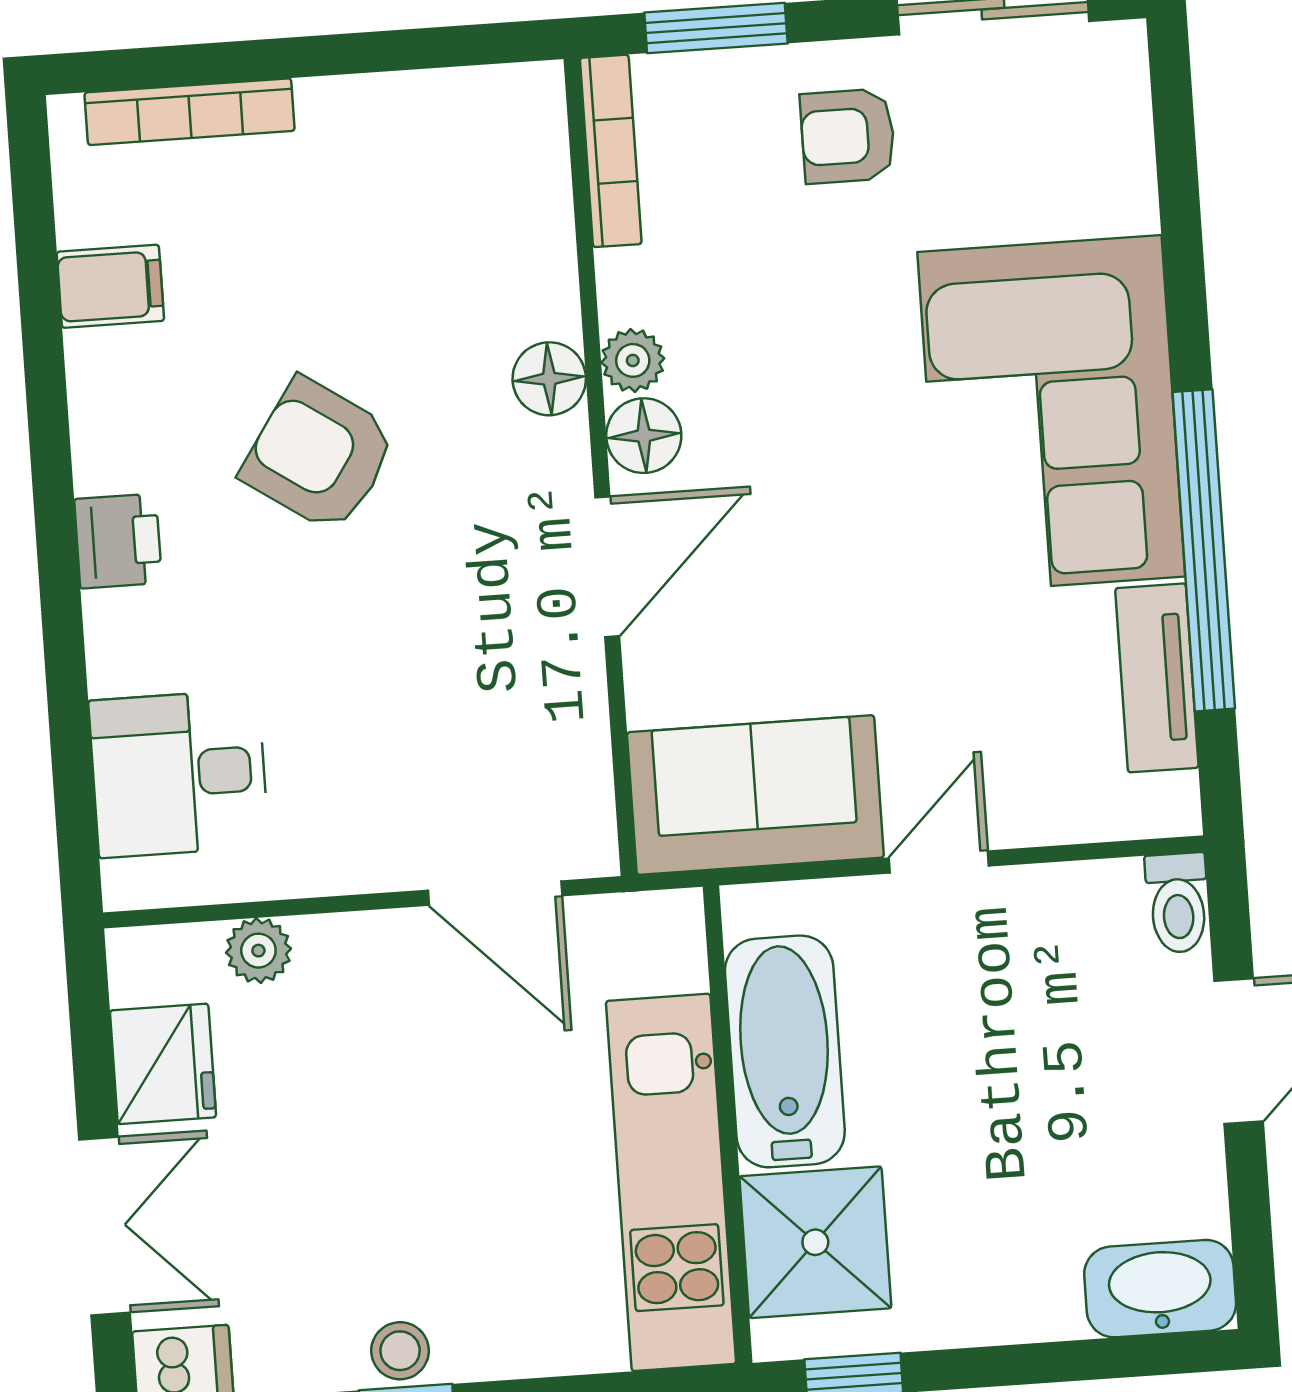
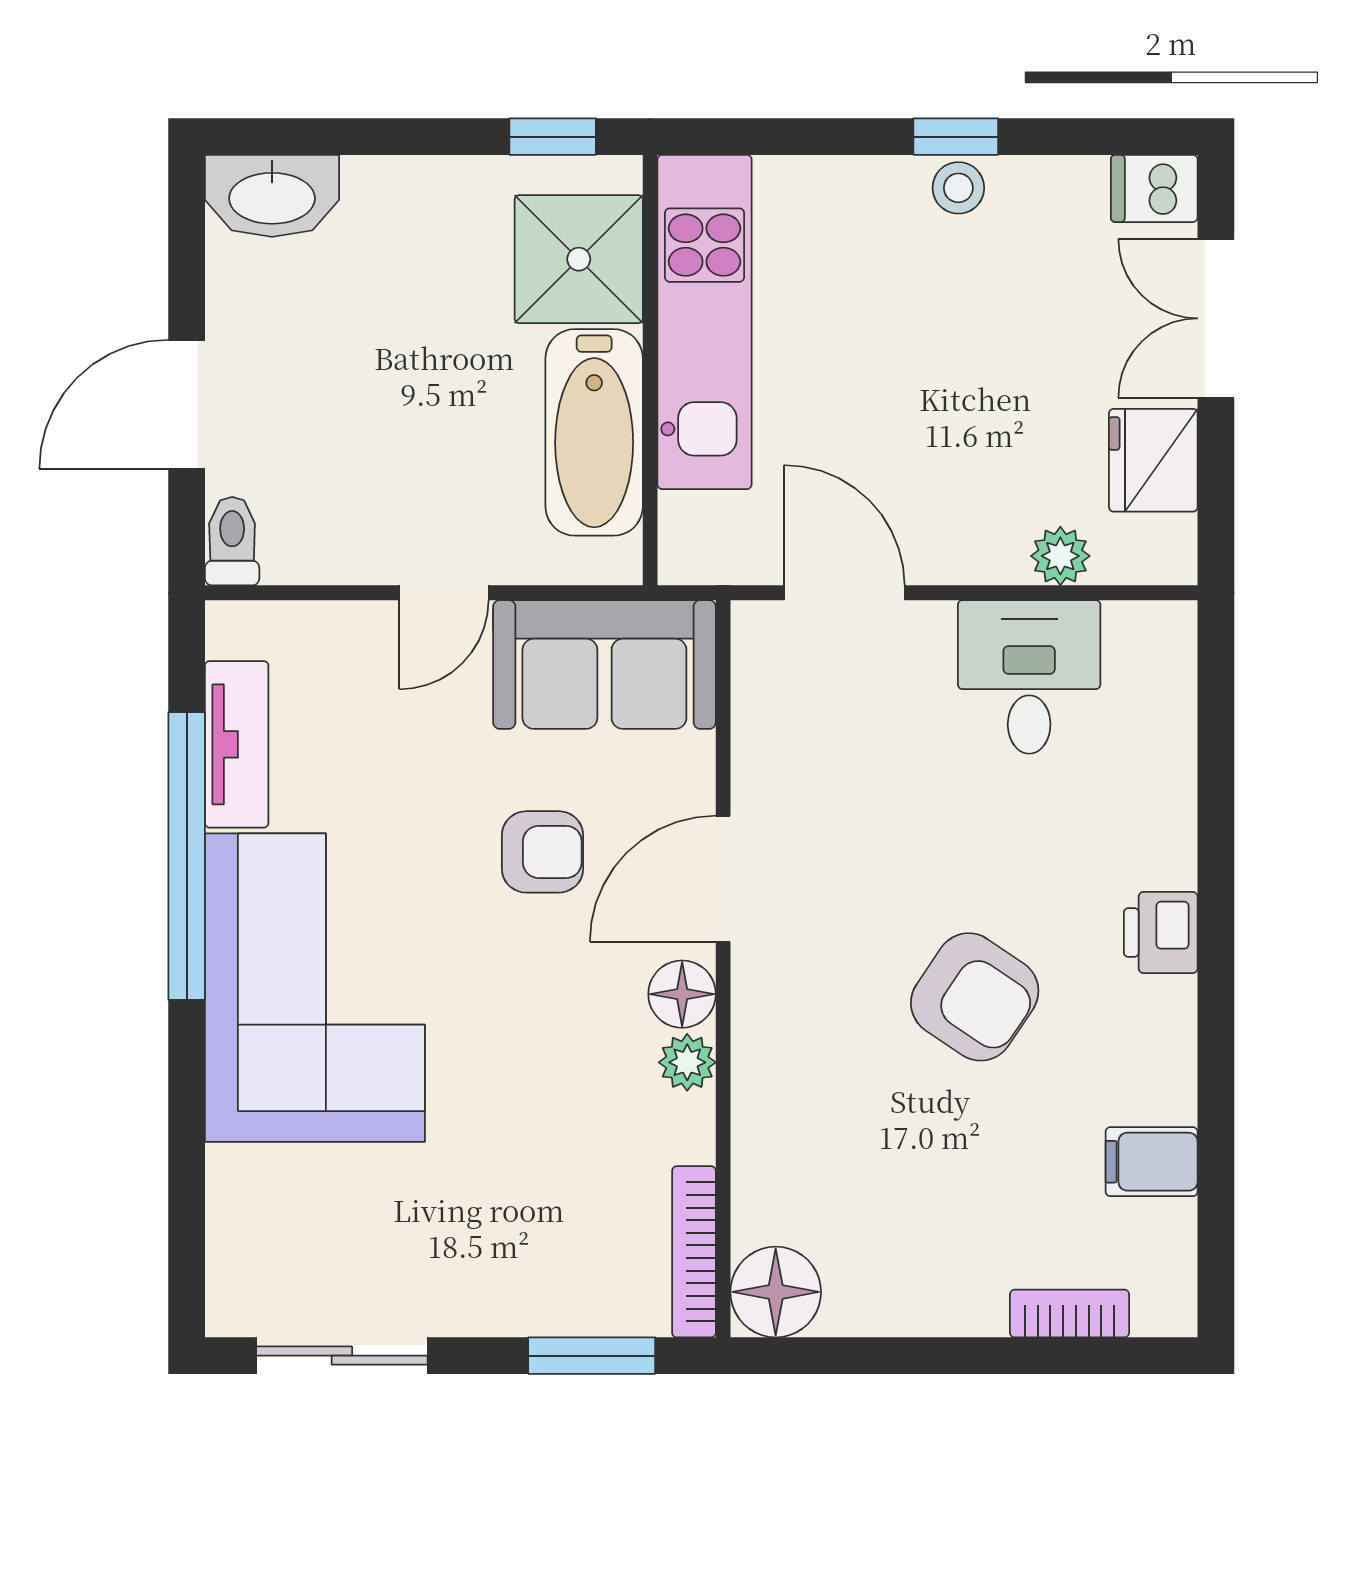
bookcase: (190, 112) -> (1070, 1313), width x0.64
armchair: (848, 136) -> (543, 852), moved
floor lamp: (549, 379) -> (776, 1292), moved, width x1.38, depth x1.38
desk: (179, 774) -> (1029, 677), moved, turned -90

